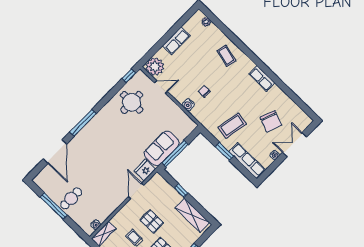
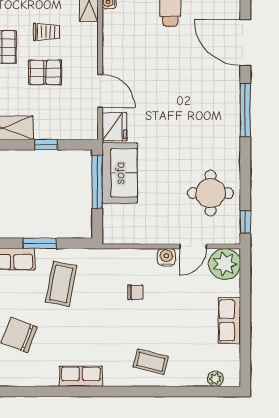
water cooler: (188, 105) -> (166, 257), moved

